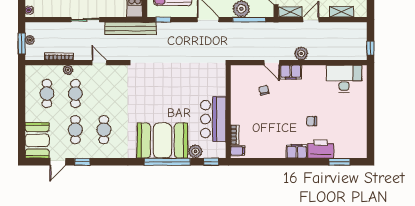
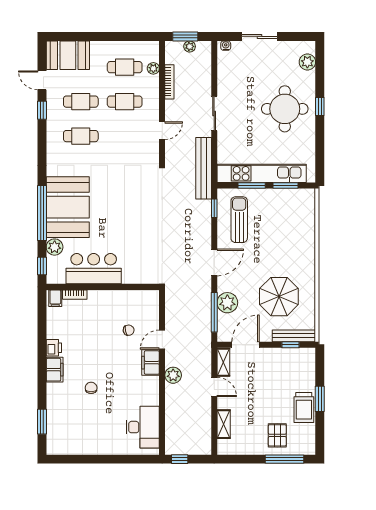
plant: (68, 70) -> (153, 68), moved
printer: (321, 149) -> (54, 348), moved, width x0.53, depth x0.68

